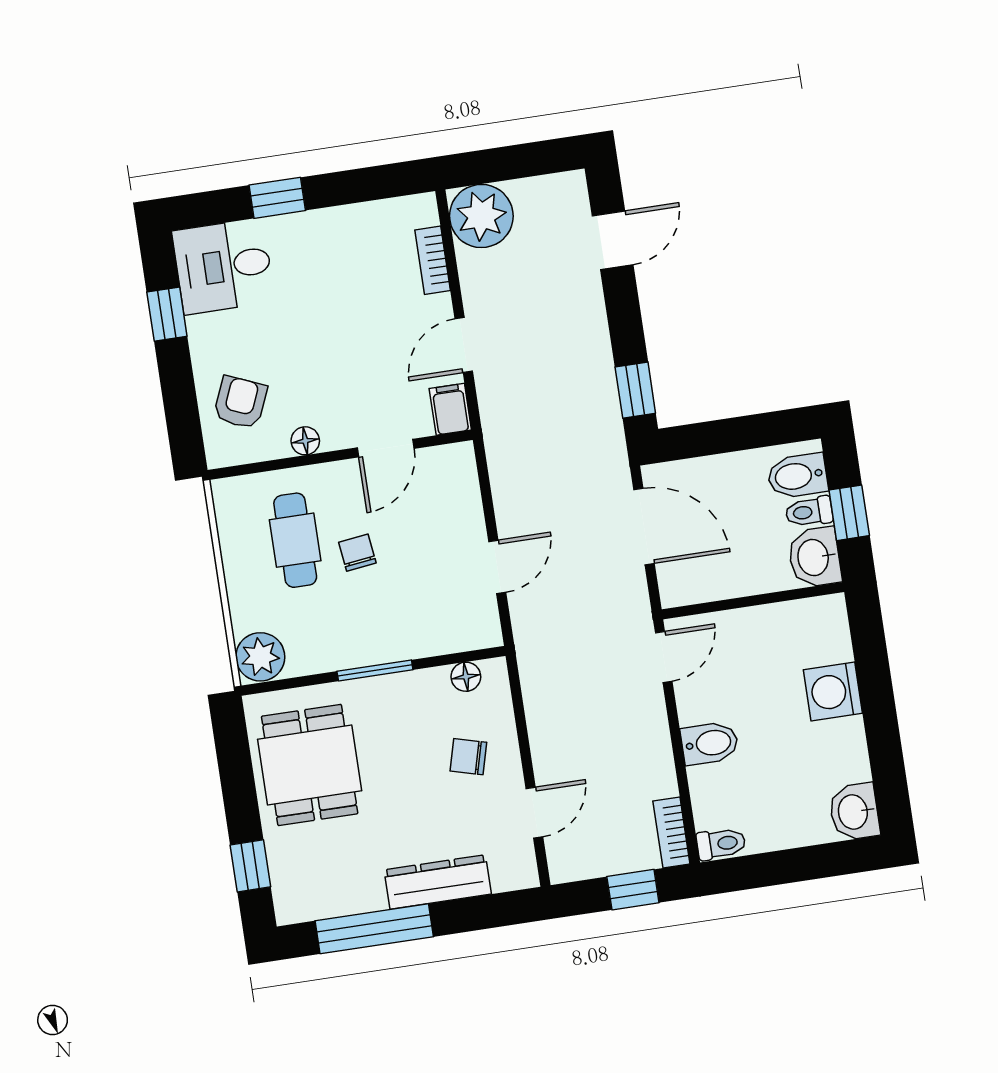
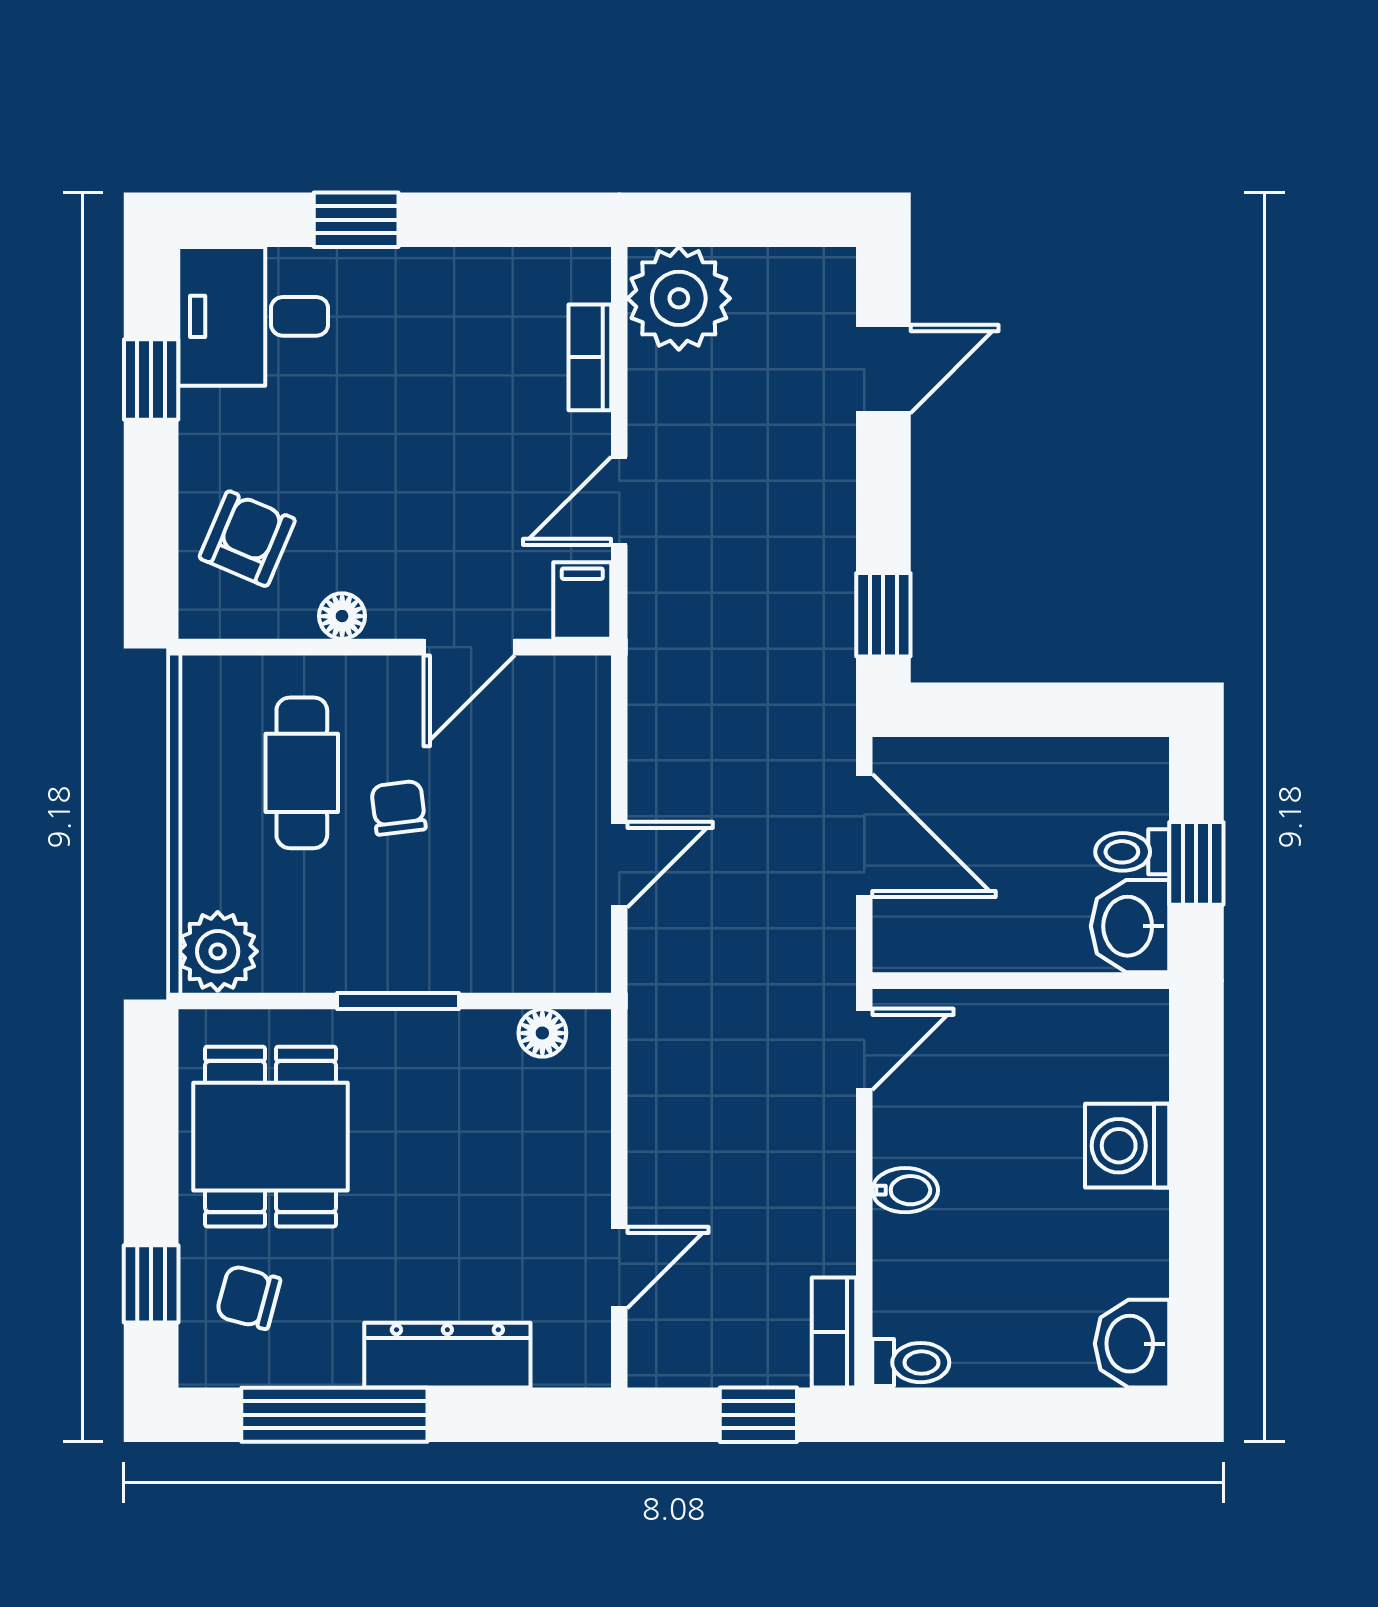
bidet: (797, 476) -> (1122, 791), removed
bidet: (710, 743) -> (905, 1190), width x0.72, depth x0.74
chair: (468, 757) -> (248, 1297), moved

